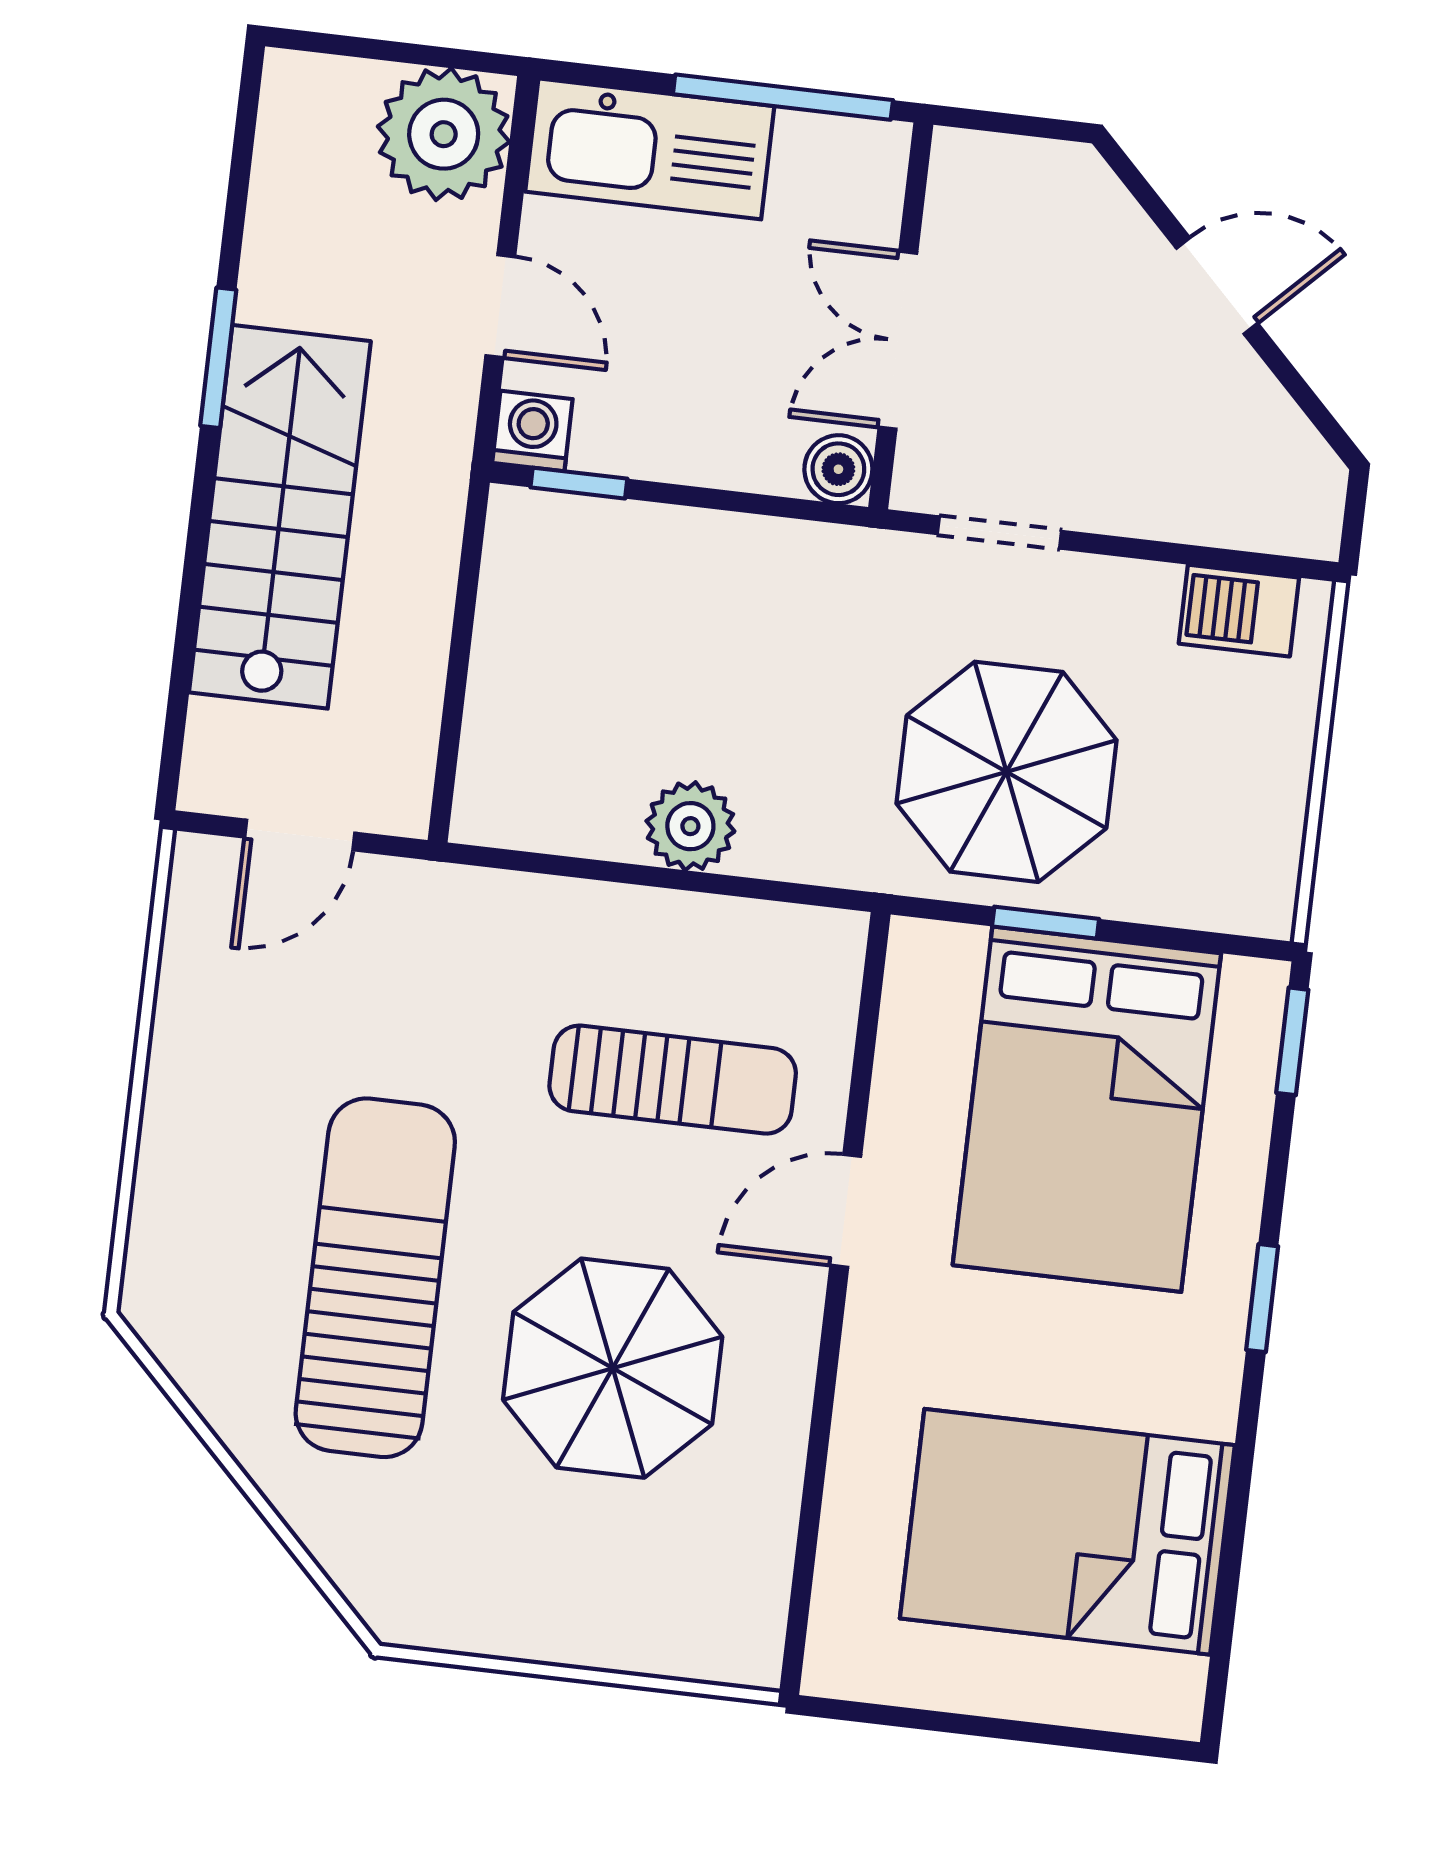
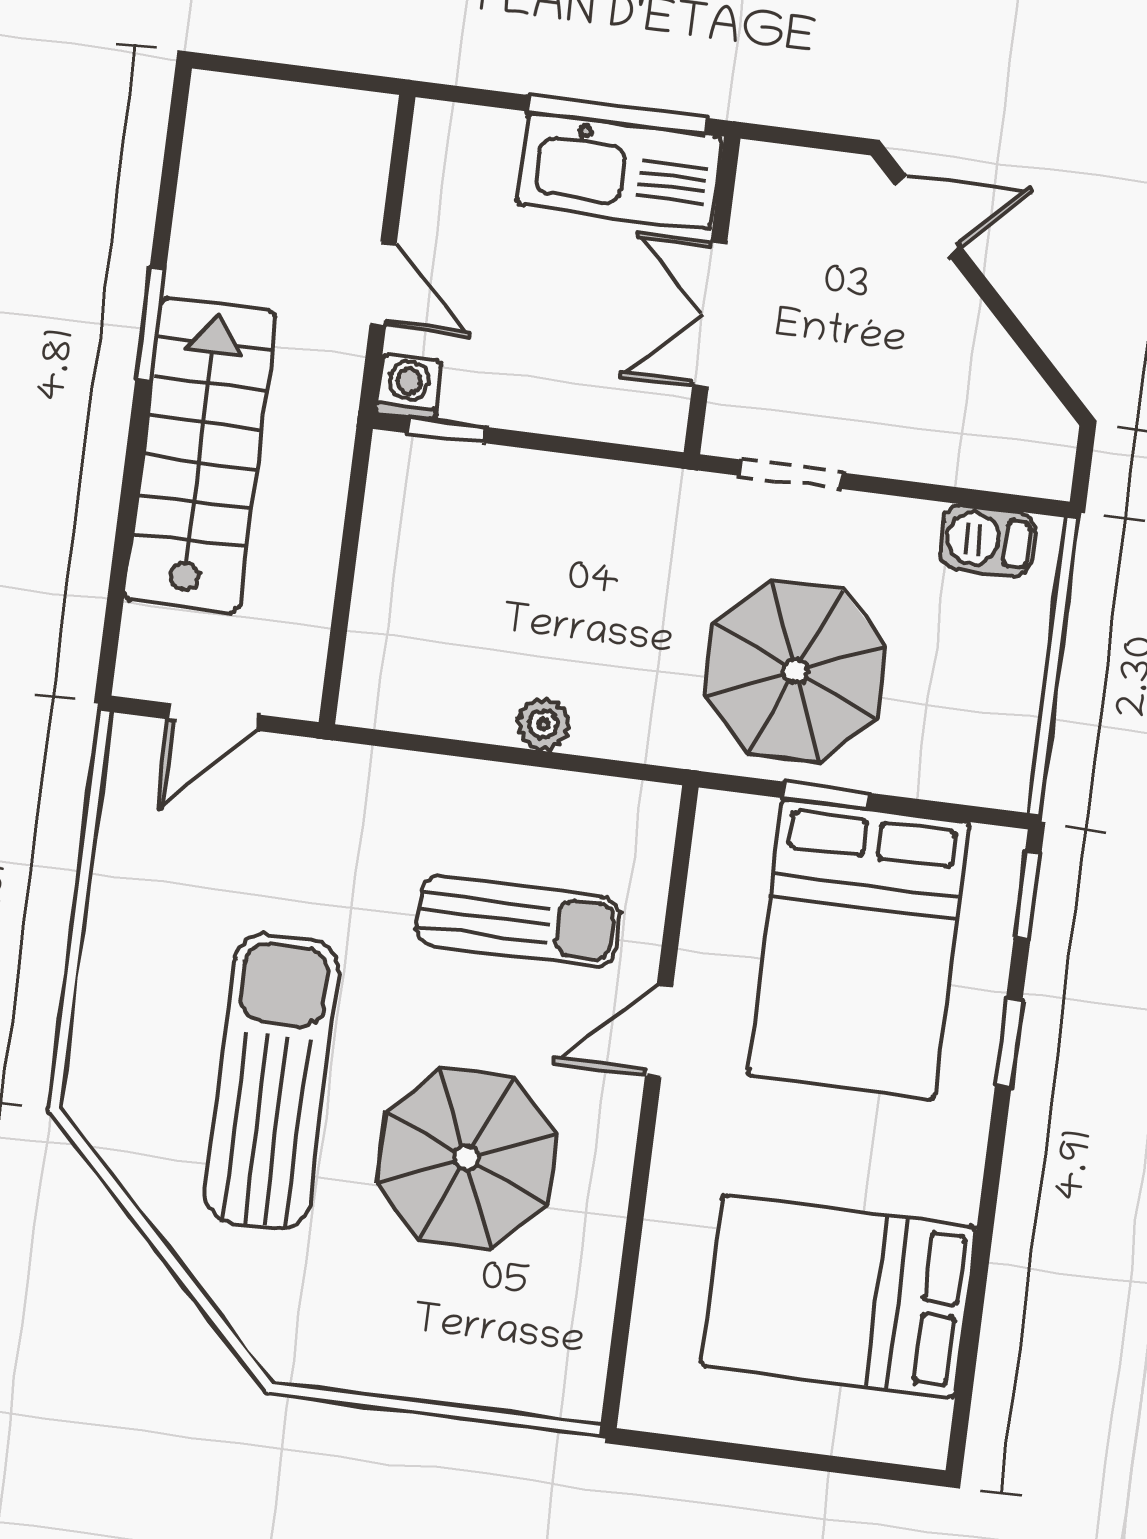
plant: (444, 134) -> (338, 142), removed
kitchen sink: (650, 149) -> (620, 170), moved
door: (1217, 286) -> (928, 216), moved
boiler: (838, 469) -> (660, 421), removed
plant: (690, 826) -> (543, 724), width x0.73, depth x0.73
window: (1262, 1298) -> (1009, 1042), moved

